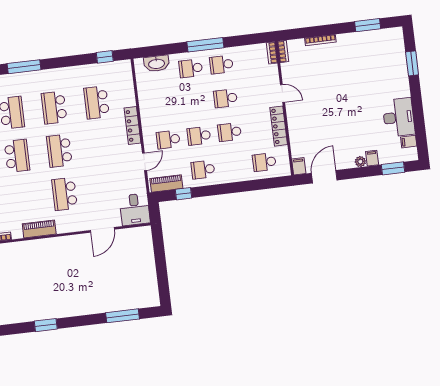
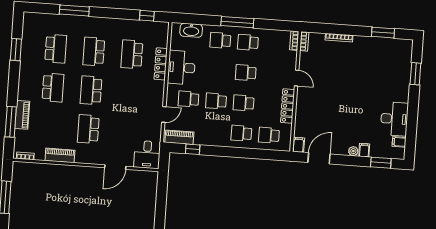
desk: (154, 106) -> (181, 68), added
locker: (133, 126) -> (161, 64), moved
school desk: (203, 170) -> (241, 133), moved

